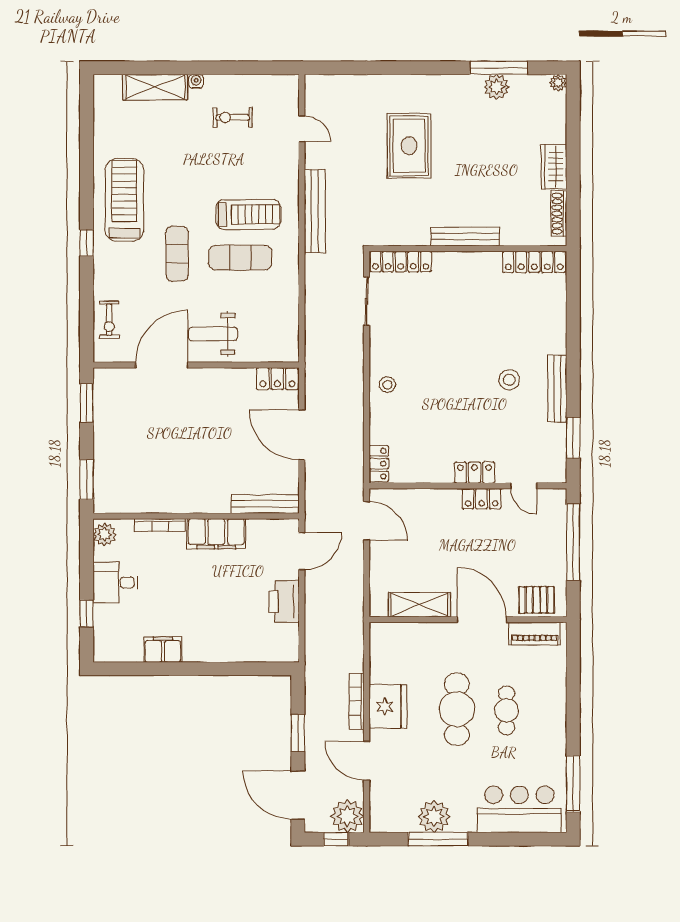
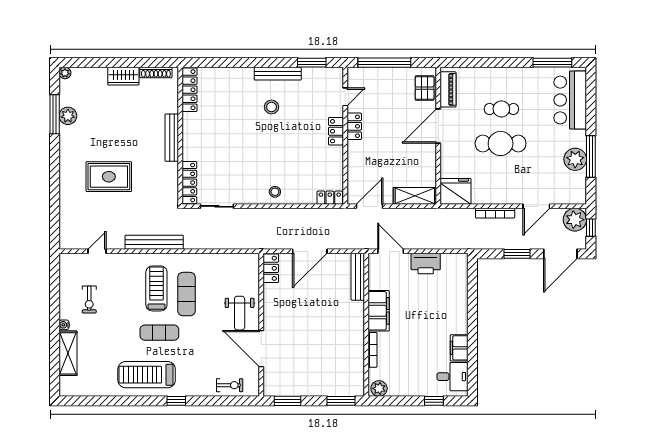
exercise mat: (177, 254) -> (159, 333), moved
desk: (115, 583) -> (453, 377), moved, turned -90
shelving: (420, 605) -> (415, 196), moved, turned 90
fridge: (388, 707) -> (455, 191), moved

